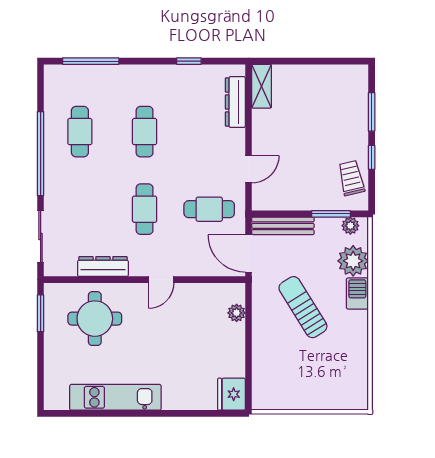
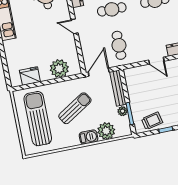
door: (249, 169) -> (156, 61), moved
plant: (350, 226) -> (123, 111), moved
plant: (237, 313) -> (59, 69), width x1.88, depth x1.88
sun lounger: (308, 375) -> (38, 119), added
fridge: (232, 394) -> (30, 76), moved

